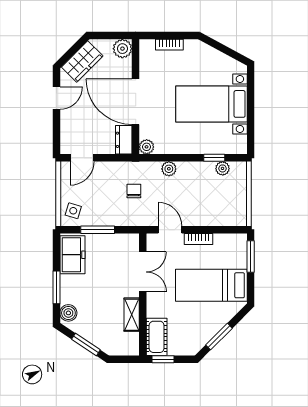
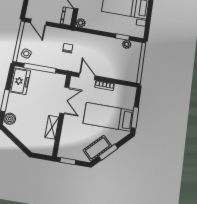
door: (82, 158) -> (38, 22), hinge flipped
plant: (169, 169) -> (93, 39), removed
window: (98, 230) -> (40, 68), width x1.44
window: (251, 256) -> (135, 117), moved
cot: (157, 337) -> (97, 148), moved, turned 45
window: (86, 345) -> (17, 142), removed

